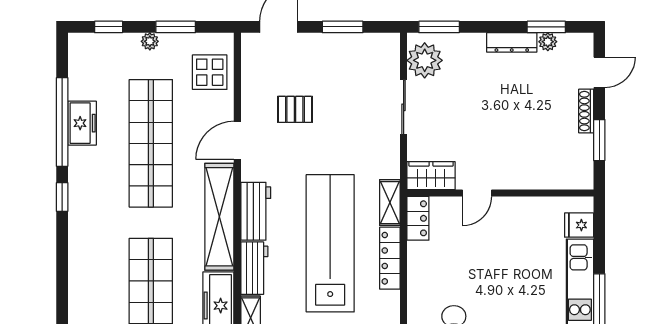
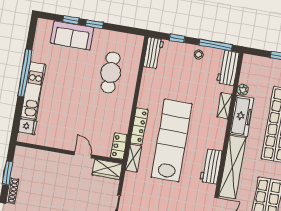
door: (477, 193) -> (83, 155), hinge flipped
lab bench: (330, 243) -> (172, 141), turned 180
workbench: (254, 268) -> (217, 134), removed

